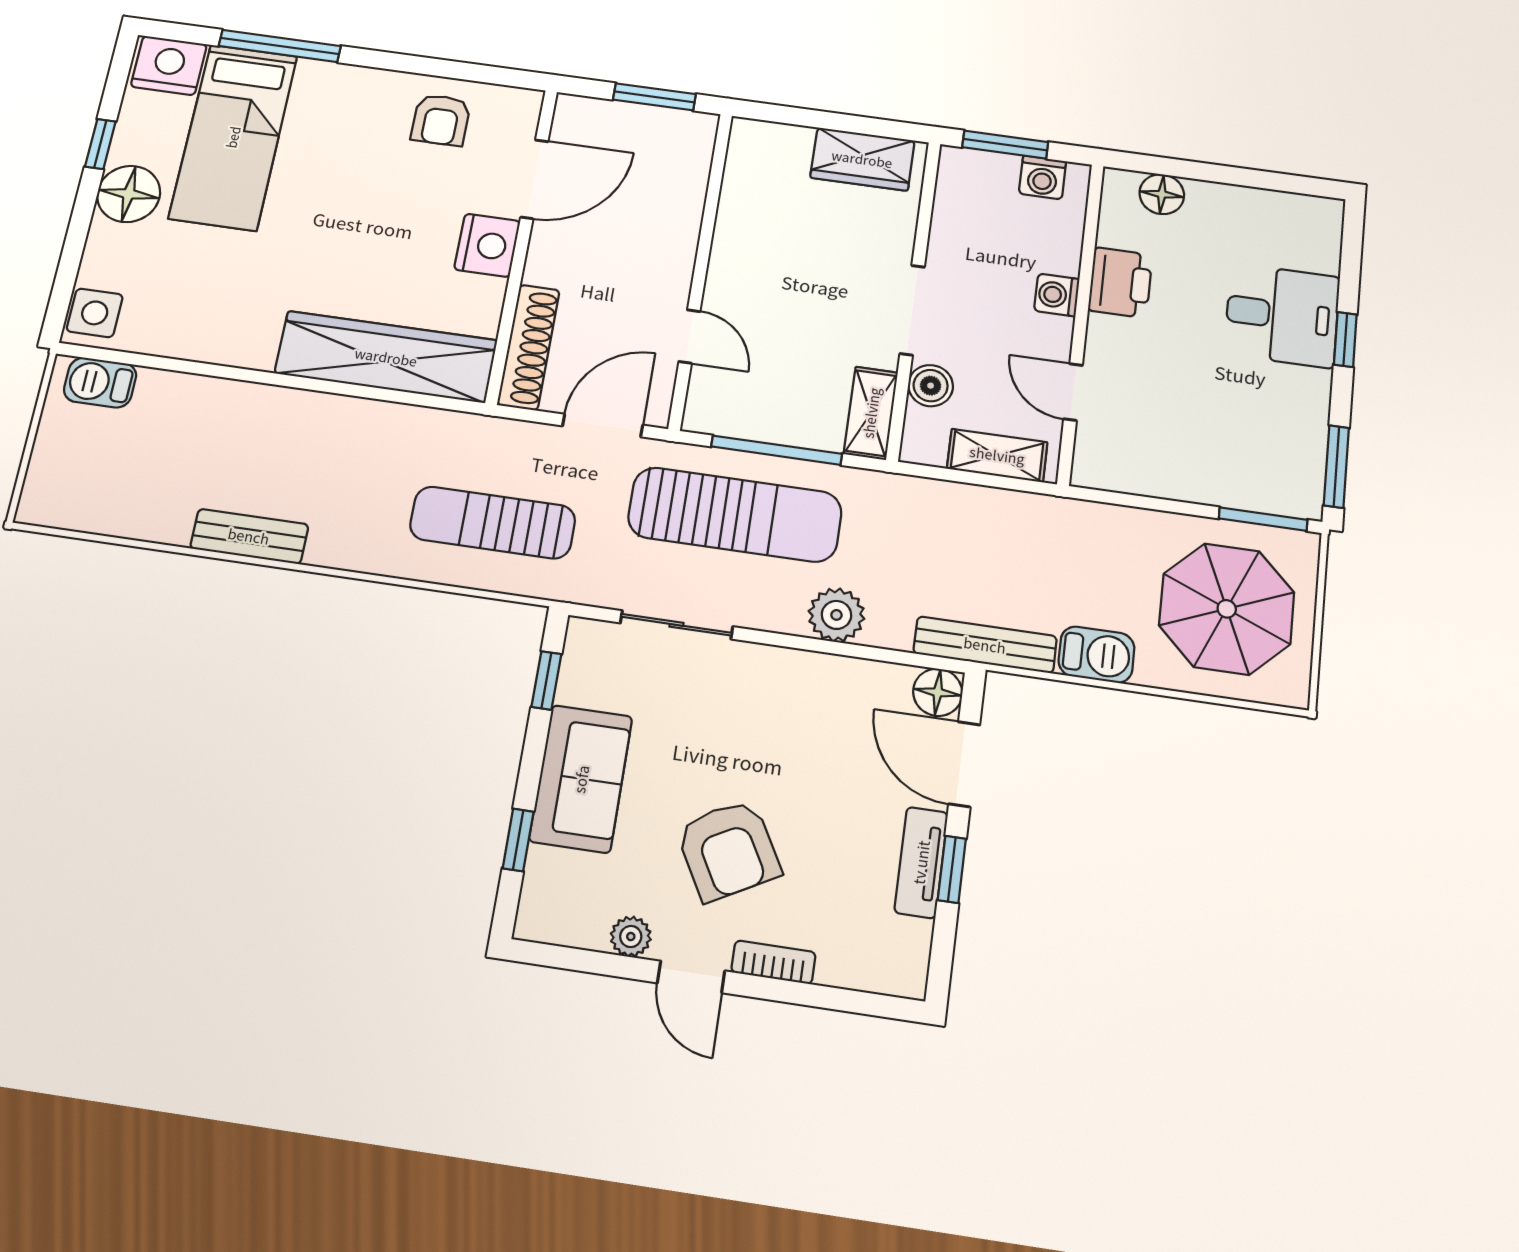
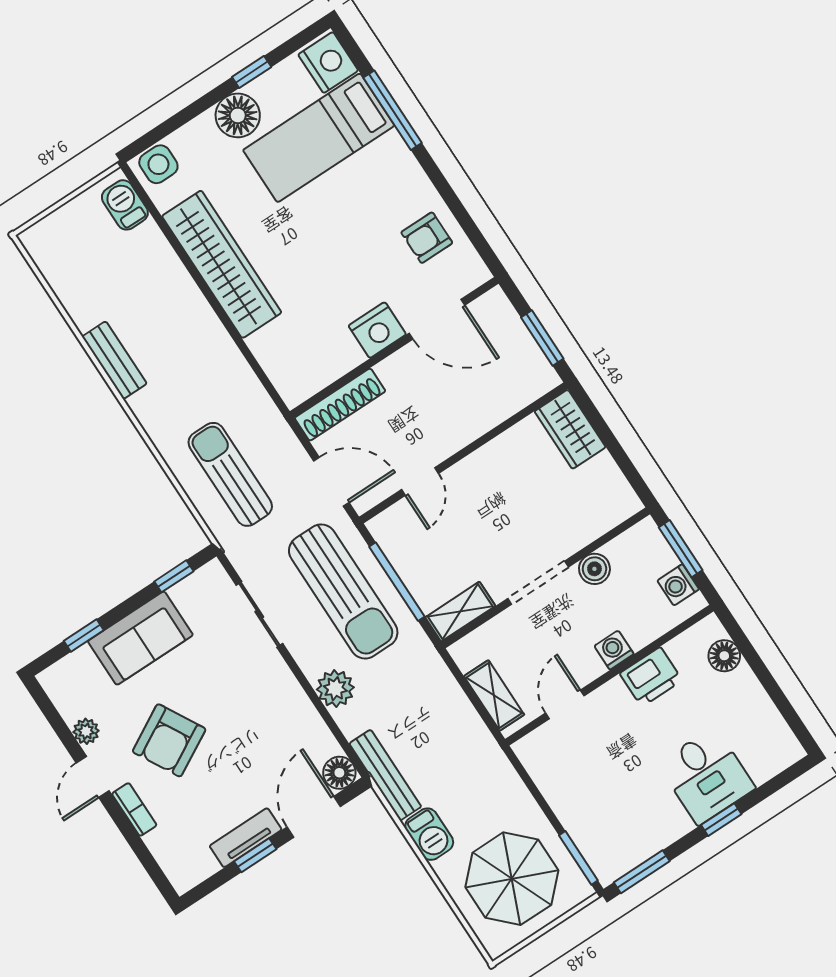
wardrobe: (862, 159) -> (570, 429), moved
wardrobe: (386, 357) -> (222, 264), moved
boiler: (931, 386) -> (594, 569), moved

